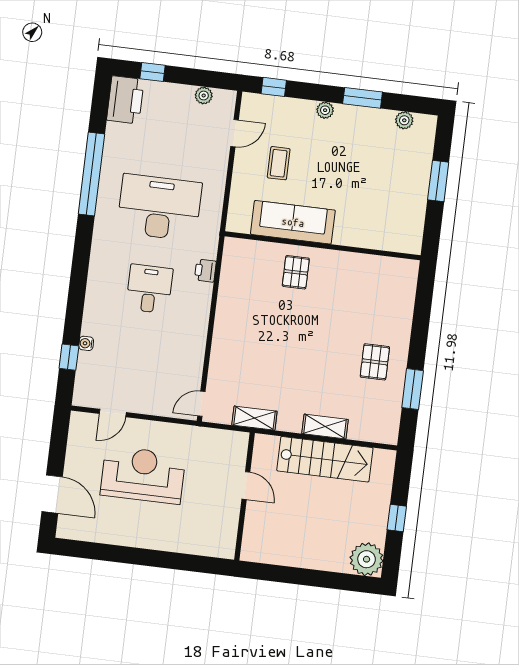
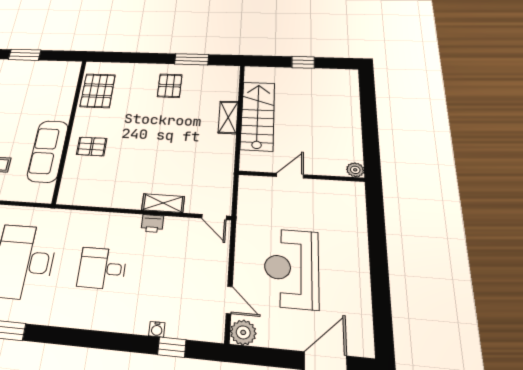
printer: (205, 271) -> (152, 224), moved
pallet: (374, 276) -> (98, 91), added
pallet: (375, 362) -> (170, 86), turned 90
shelving: (254, 418) -> (163, 203), moved, turned 90
plant: (81, 424) -> (243, 332), added
plant: (367, 559) -> (355, 170), moved, width x0.53, depth x0.53

